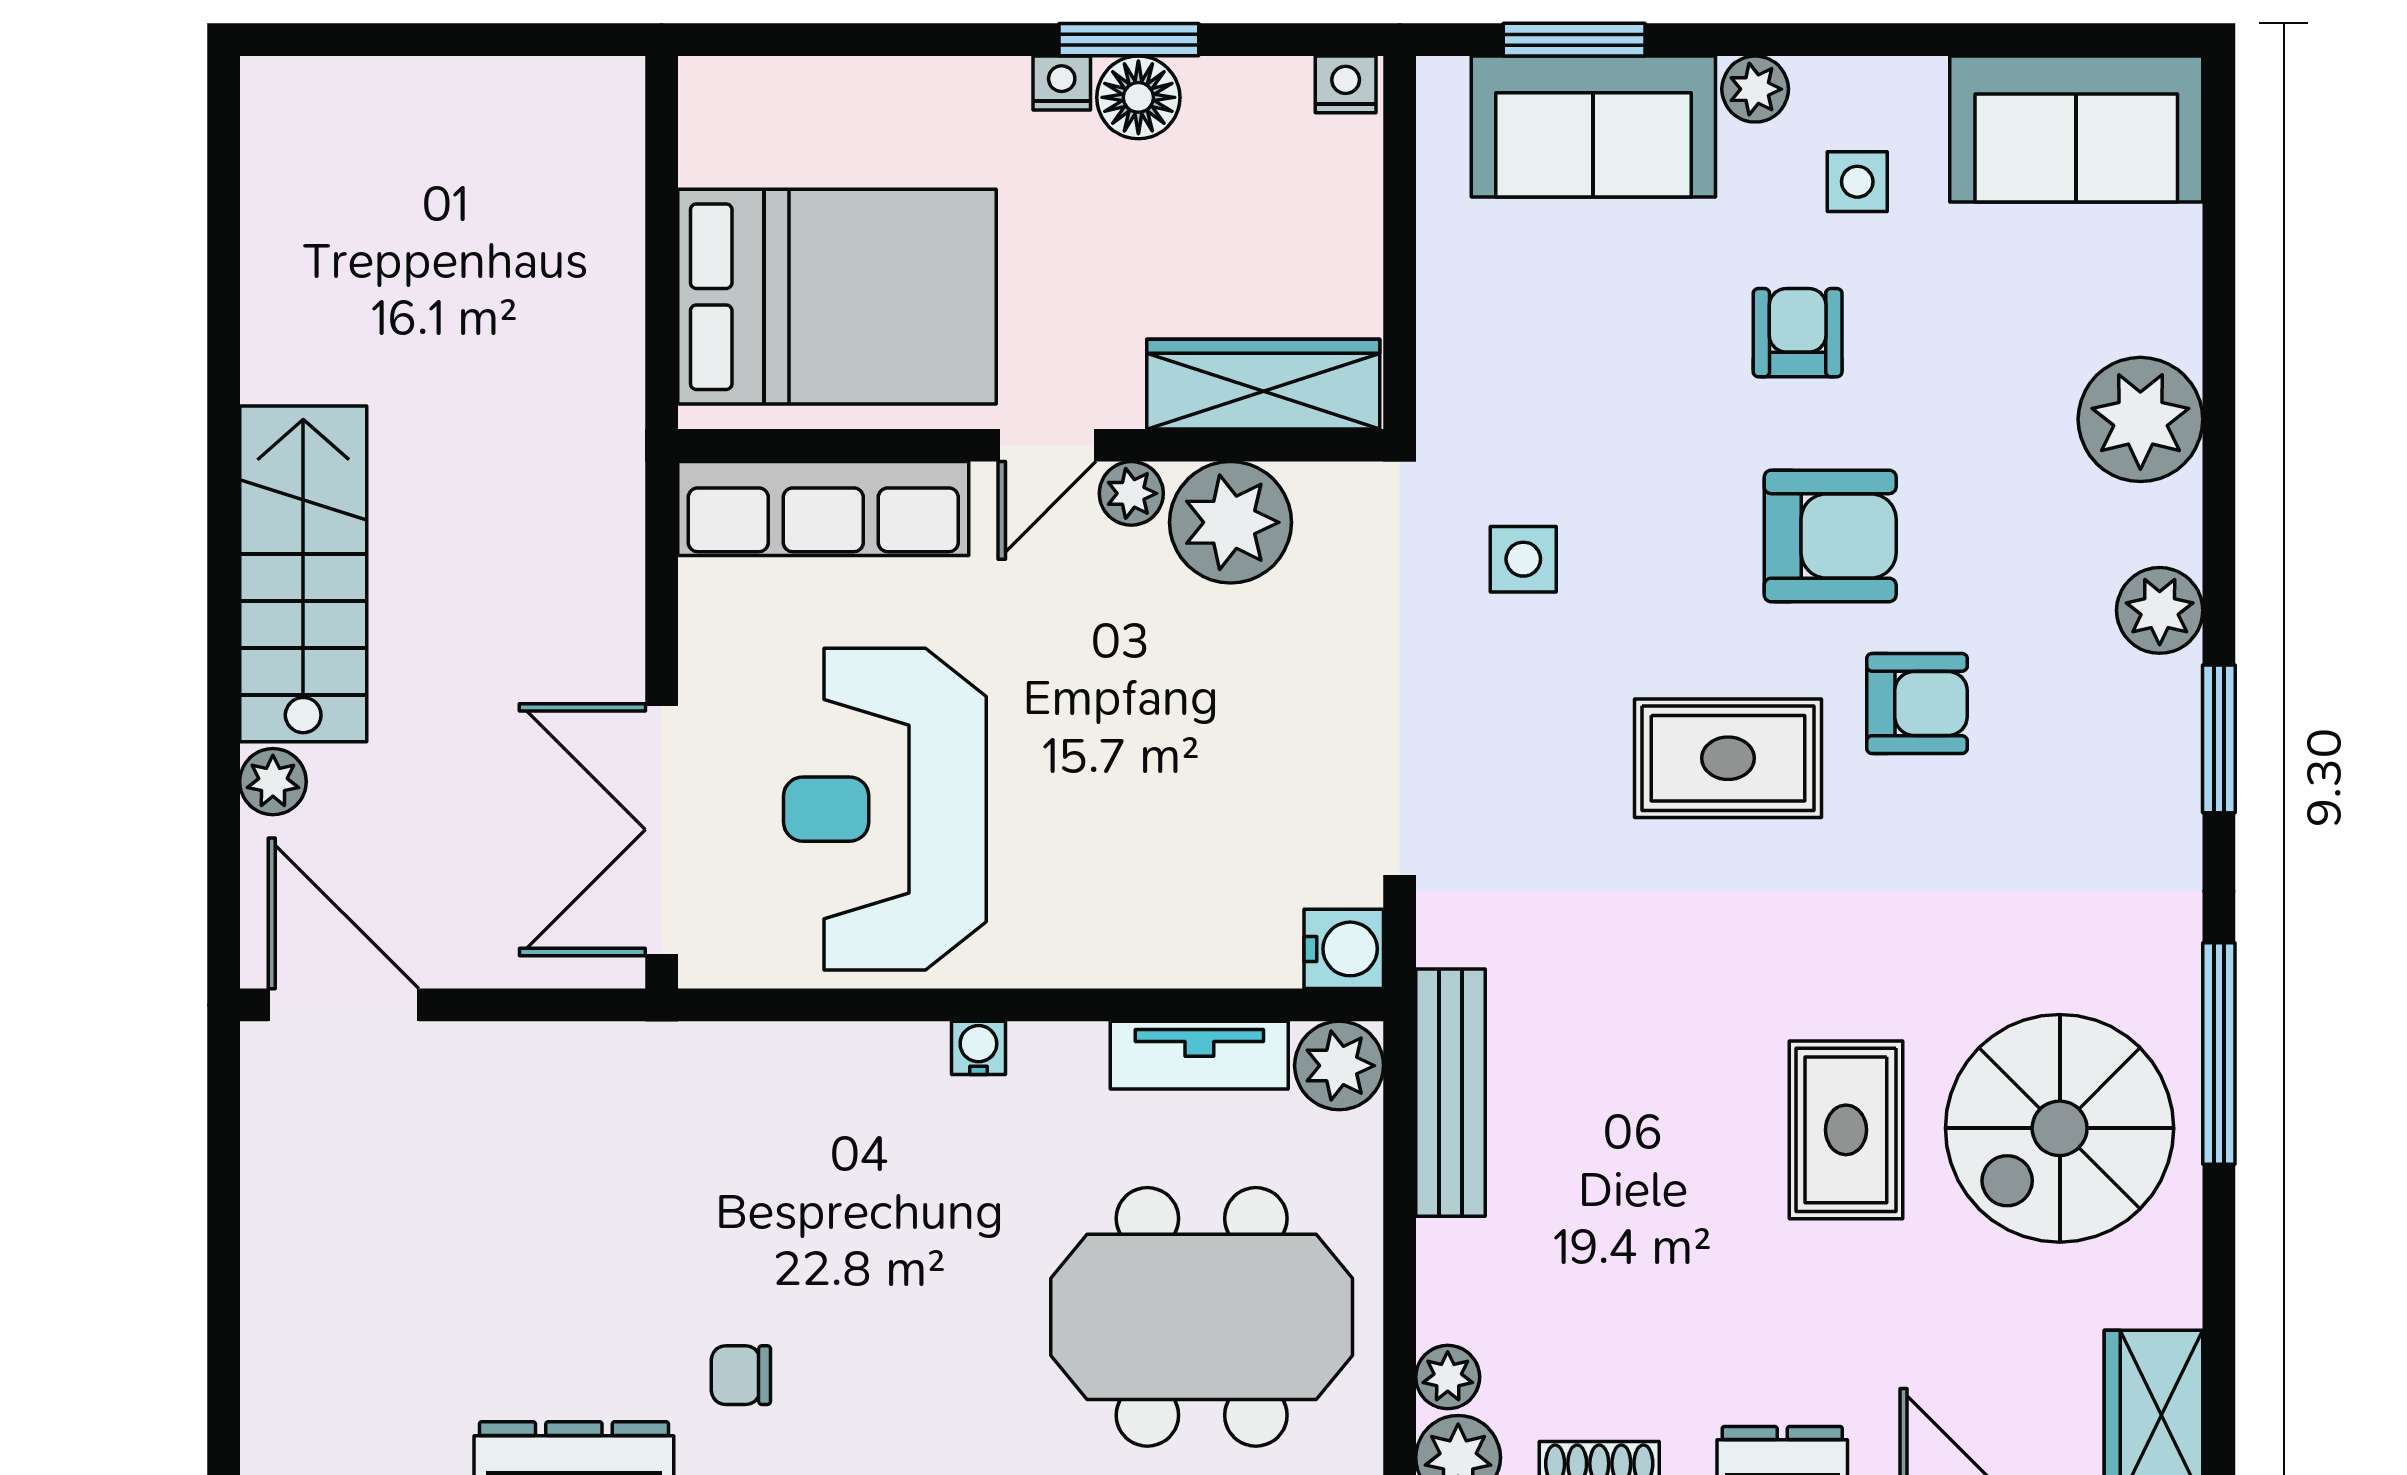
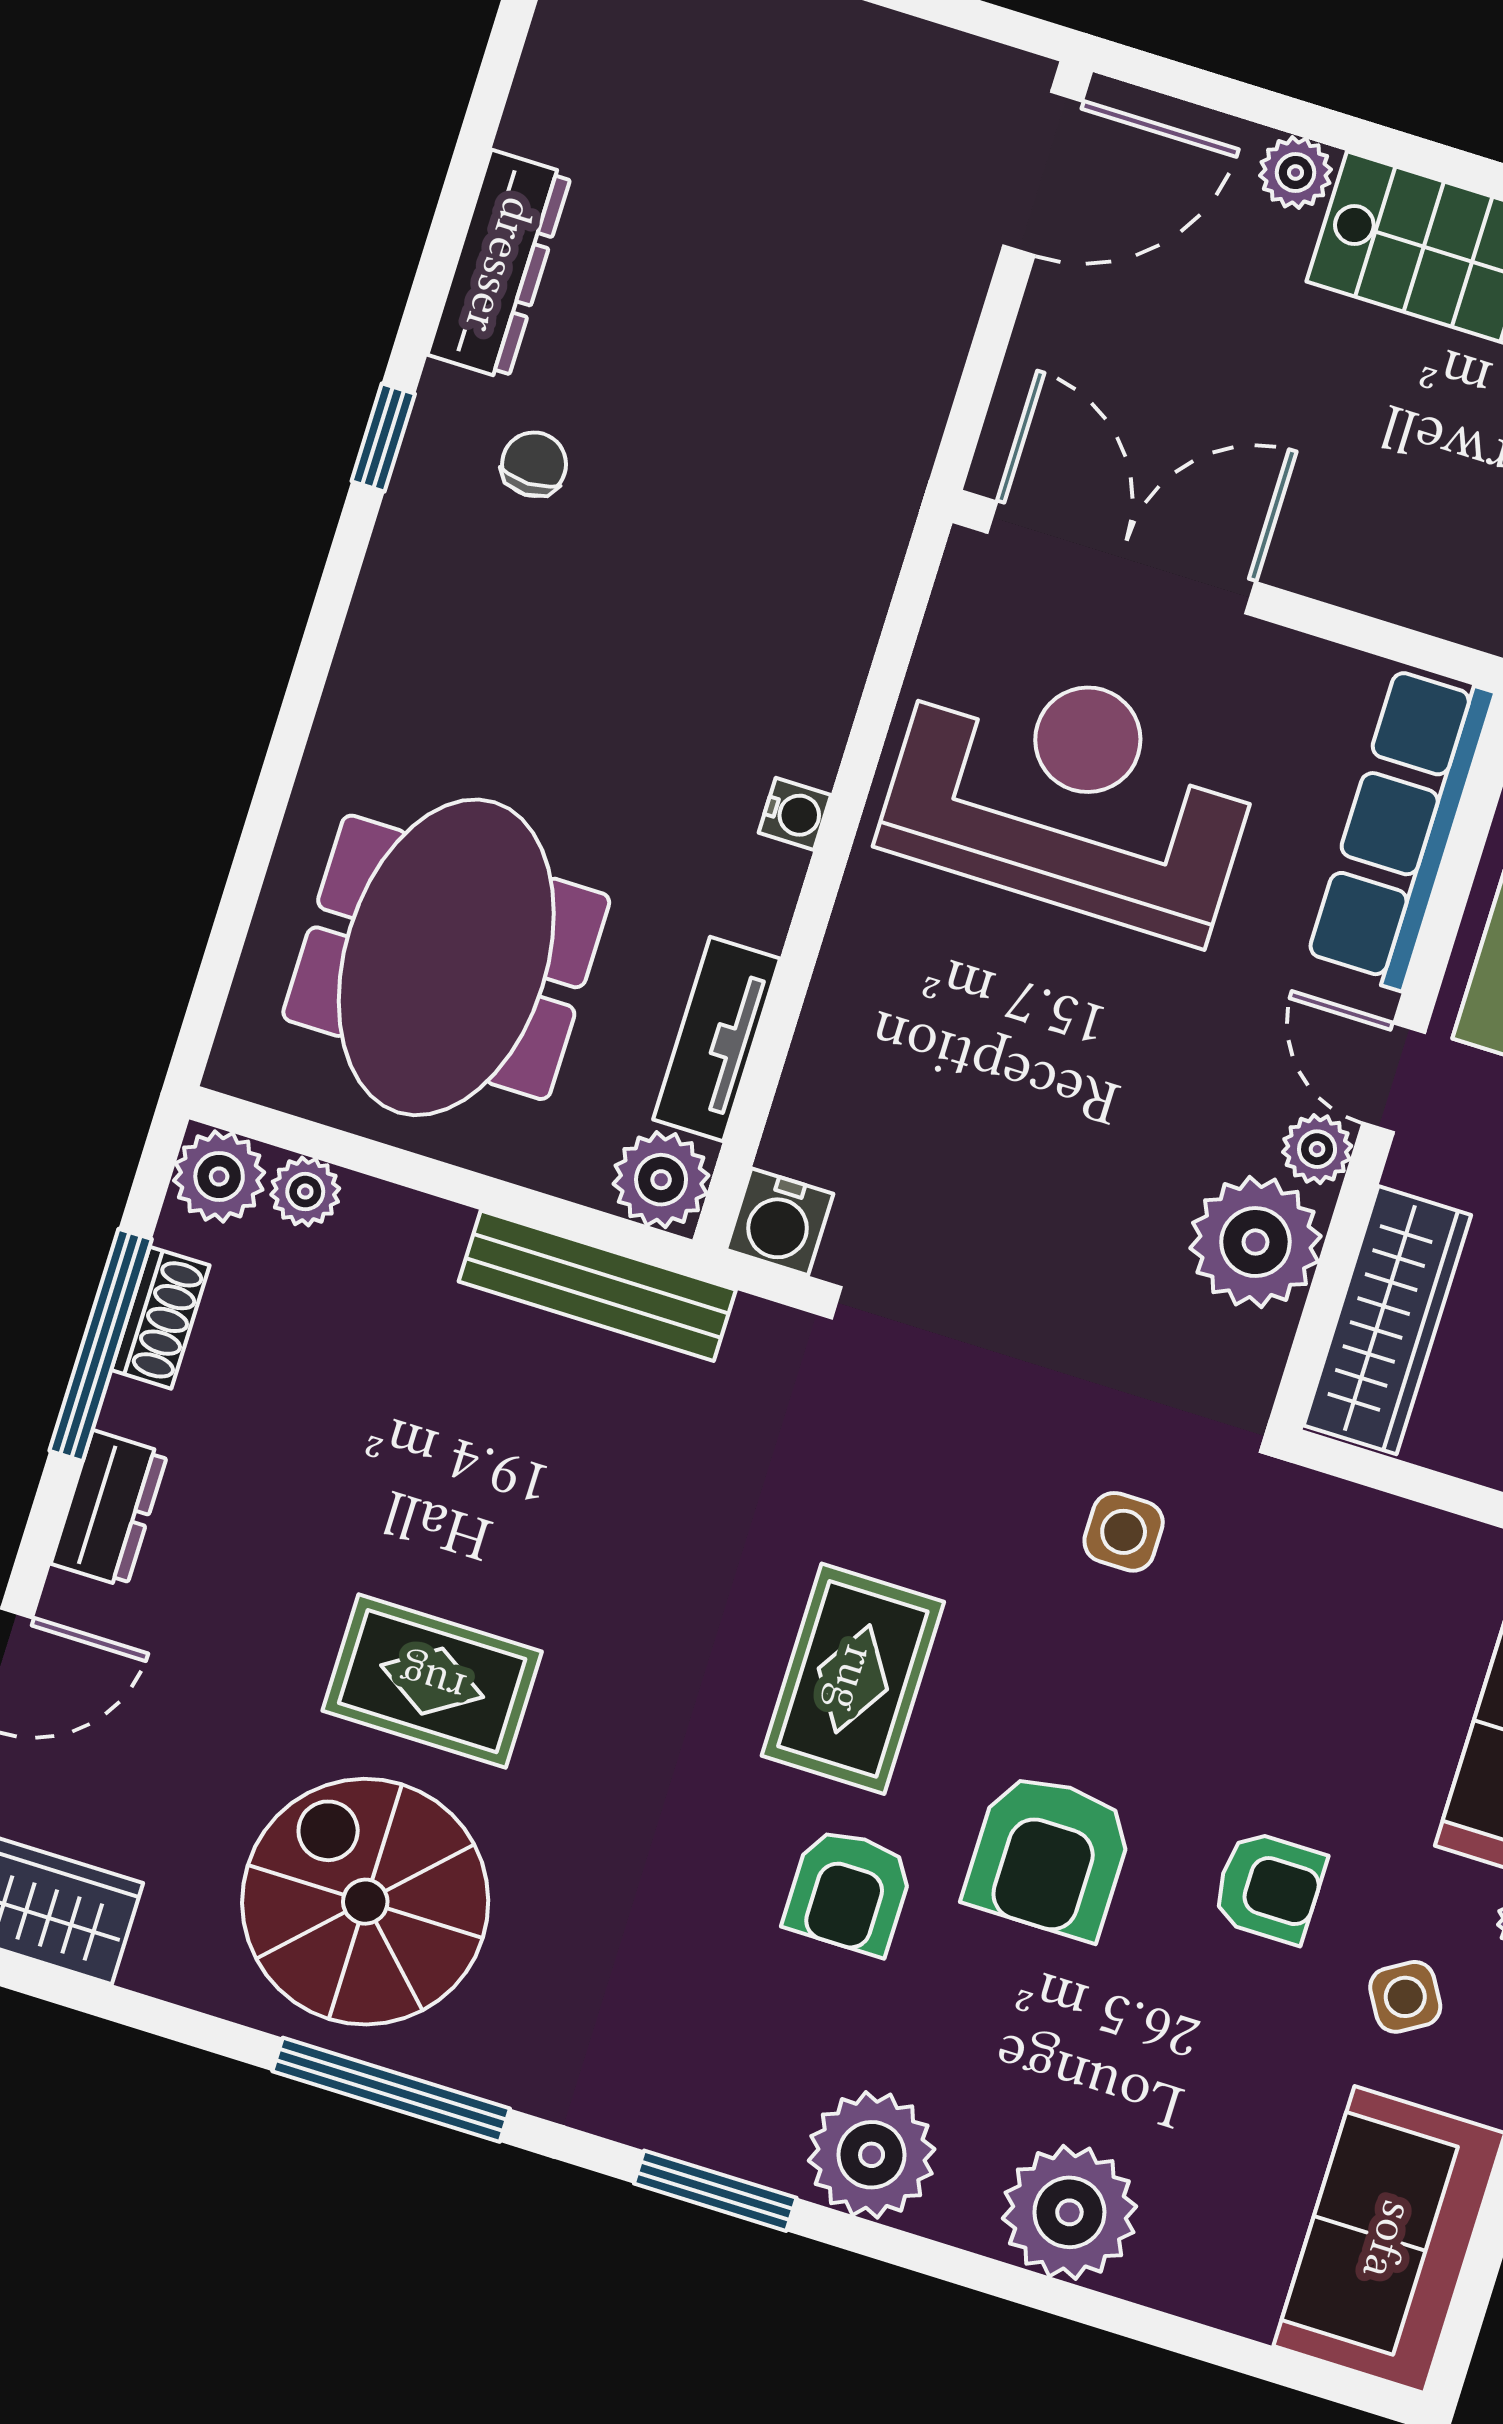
side table: (1857, 182) -> (1405, 1997), turned -31
plant: (2160, 610) -> (872, 2155), width x1.36, depth x1.36

